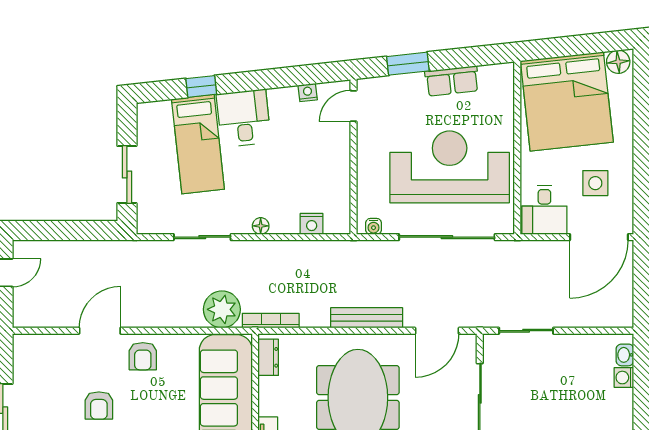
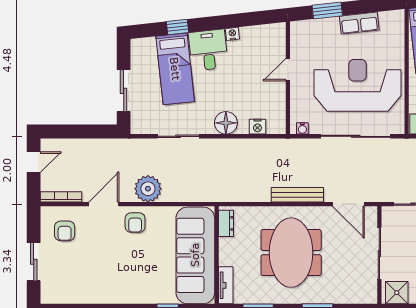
nightstand: (308, 93) -> (232, 34), moved
door: (353, 106) -> (288, 70), moved
floor lamp: (261, 226) -> (226, 123), width x1.89, depth x1.89
plant: (222, 309) -> (148, 189), moved
bookcase: (271, 321) -> (61, 197), moved
door: (437, 331) -> (348, 204), hinge flipped
armchair: (99, 405) -> (65, 231), moved

